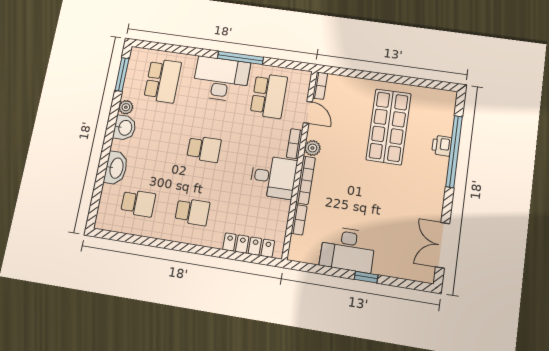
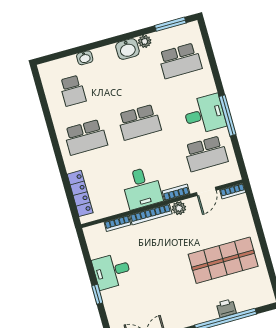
desk: (221, 79) -> (204, 114), width x0.73
school desk: (204, 149) -> (139, 122), width x1.85
washbasin: (116, 168) -> (85, 58), width x0.52, depth x0.69
school desk: (192, 212) -> (86, 137), width x1.85
desk: (348, 249) -> (112, 271), width x0.73

